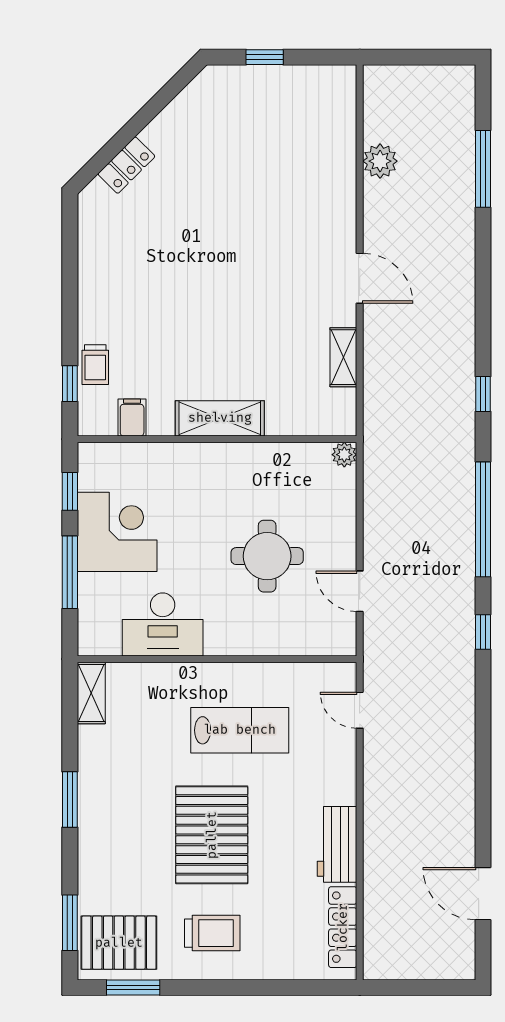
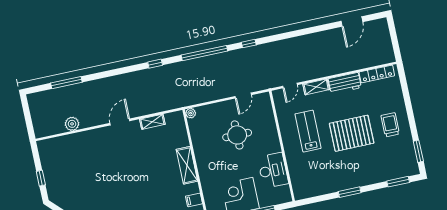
shelving: (91, 693) -> (316, 87), moved
pallet: (119, 943) -> (402, 161), removed

